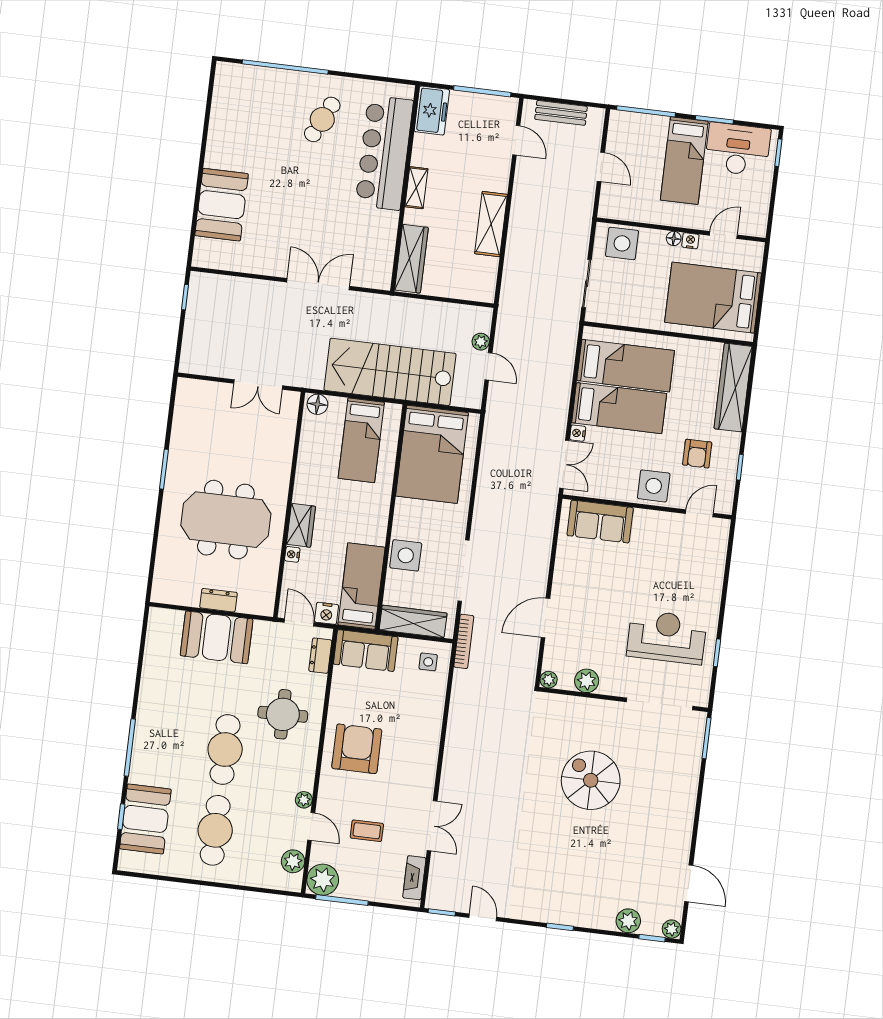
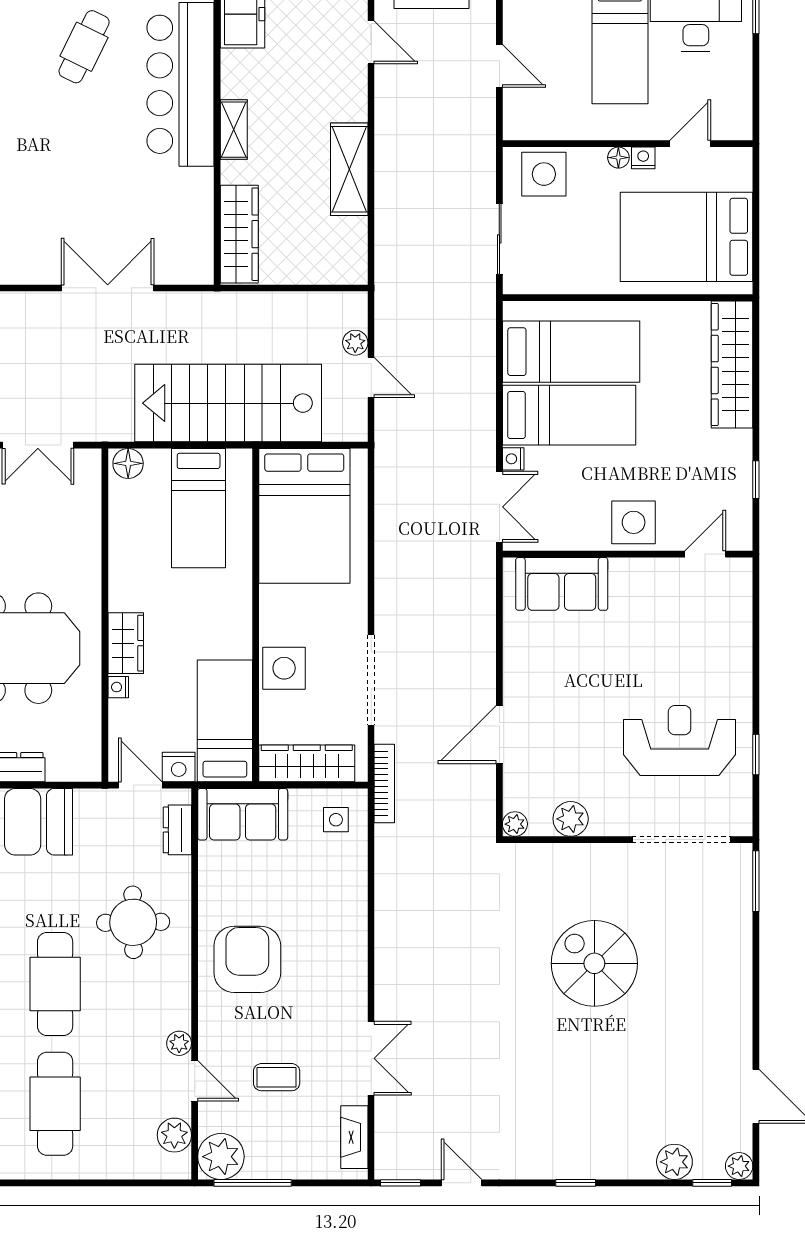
armchair: (697, 454) -> (691, 467), removed

